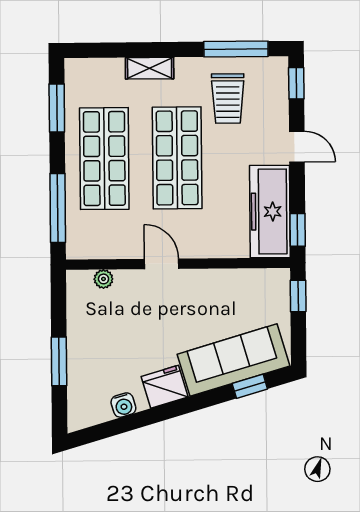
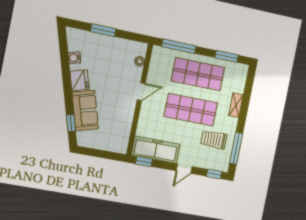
window: (298, 296) -> (111, 156), removed
sofa: (233, 360) -> (85, 110), width x0.73

